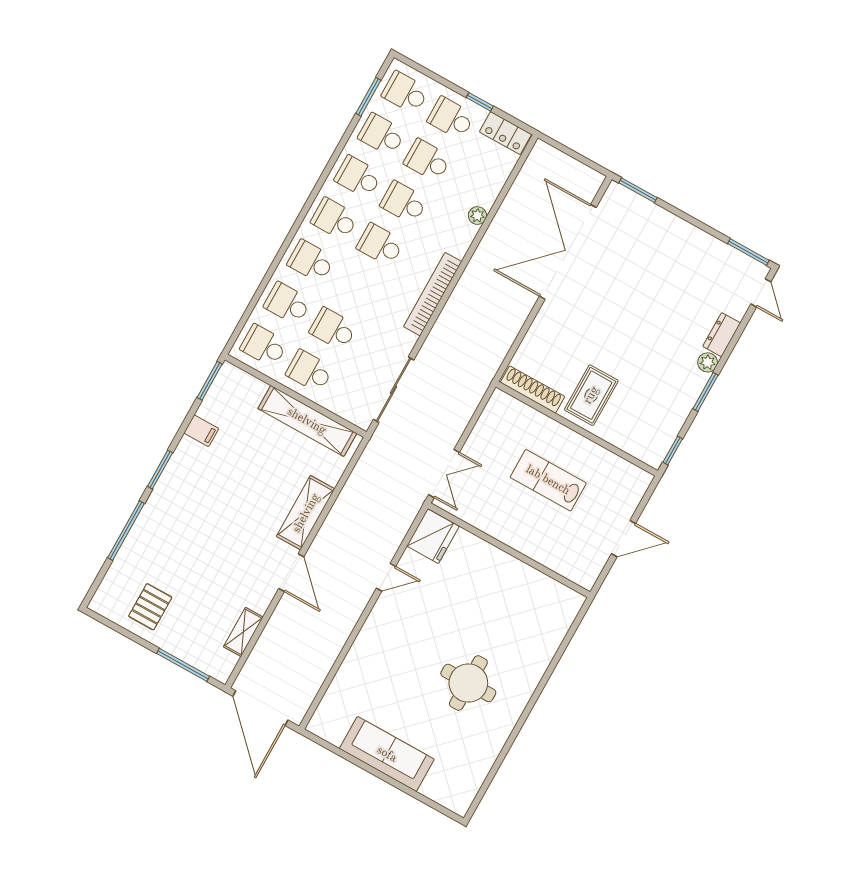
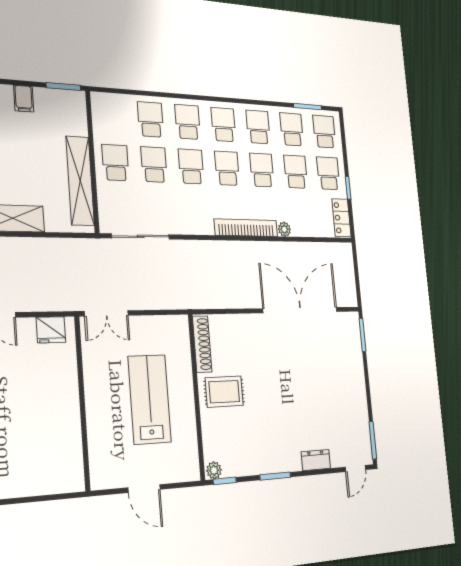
bookcase: (433, 294) -> (246, 228), moved
school desk: (264, 346) -> (191, 166), moved
plant: (708, 362) -> (214, 470), moved
lab bench: (548, 480) -> (150, 399), width x1.36, depth x1.39
fridge: (433, 536) -> (51, 330), width x0.73, depth x0.75

